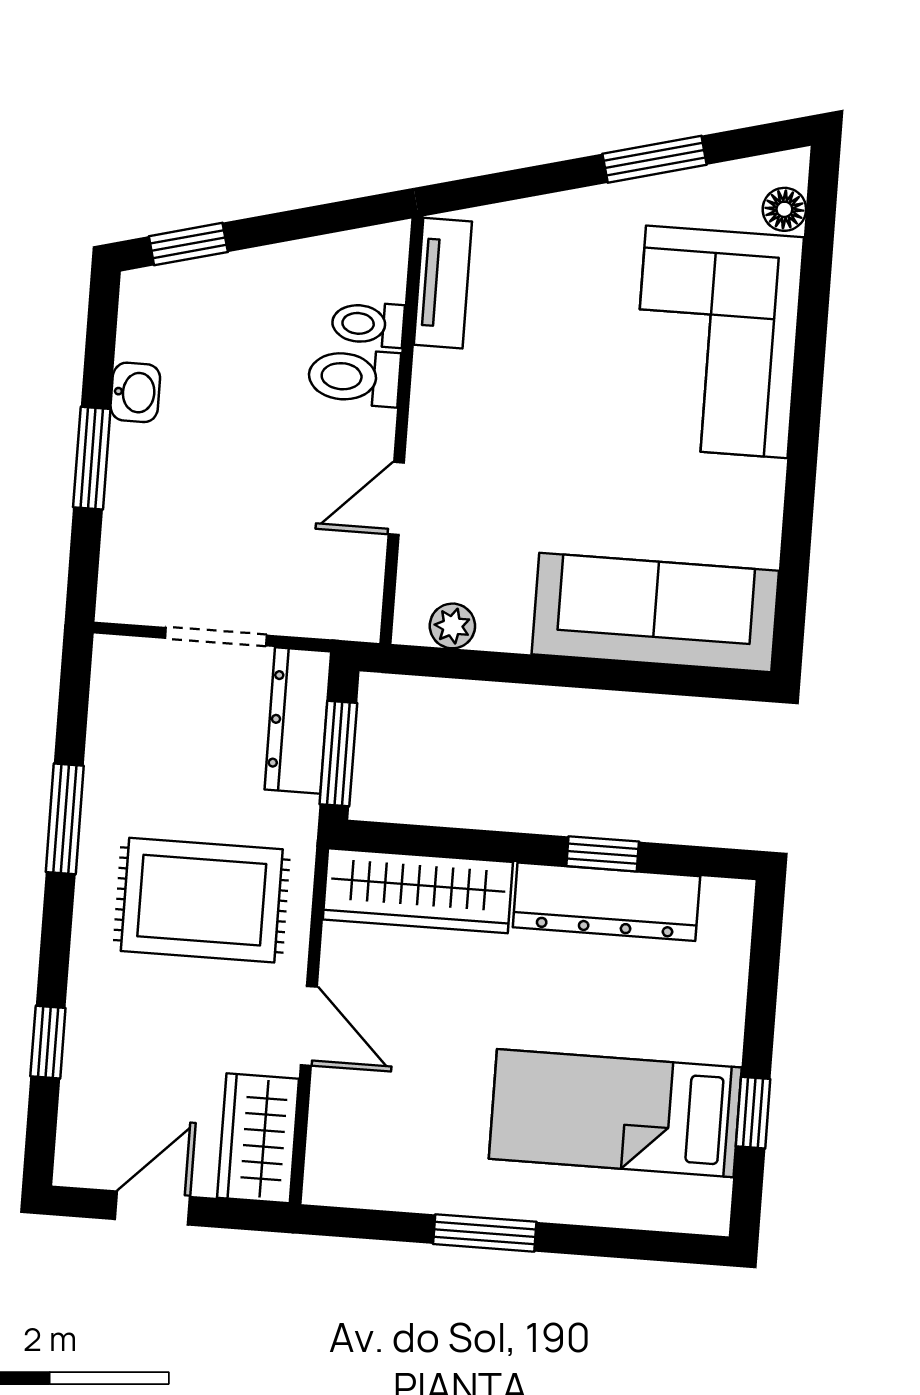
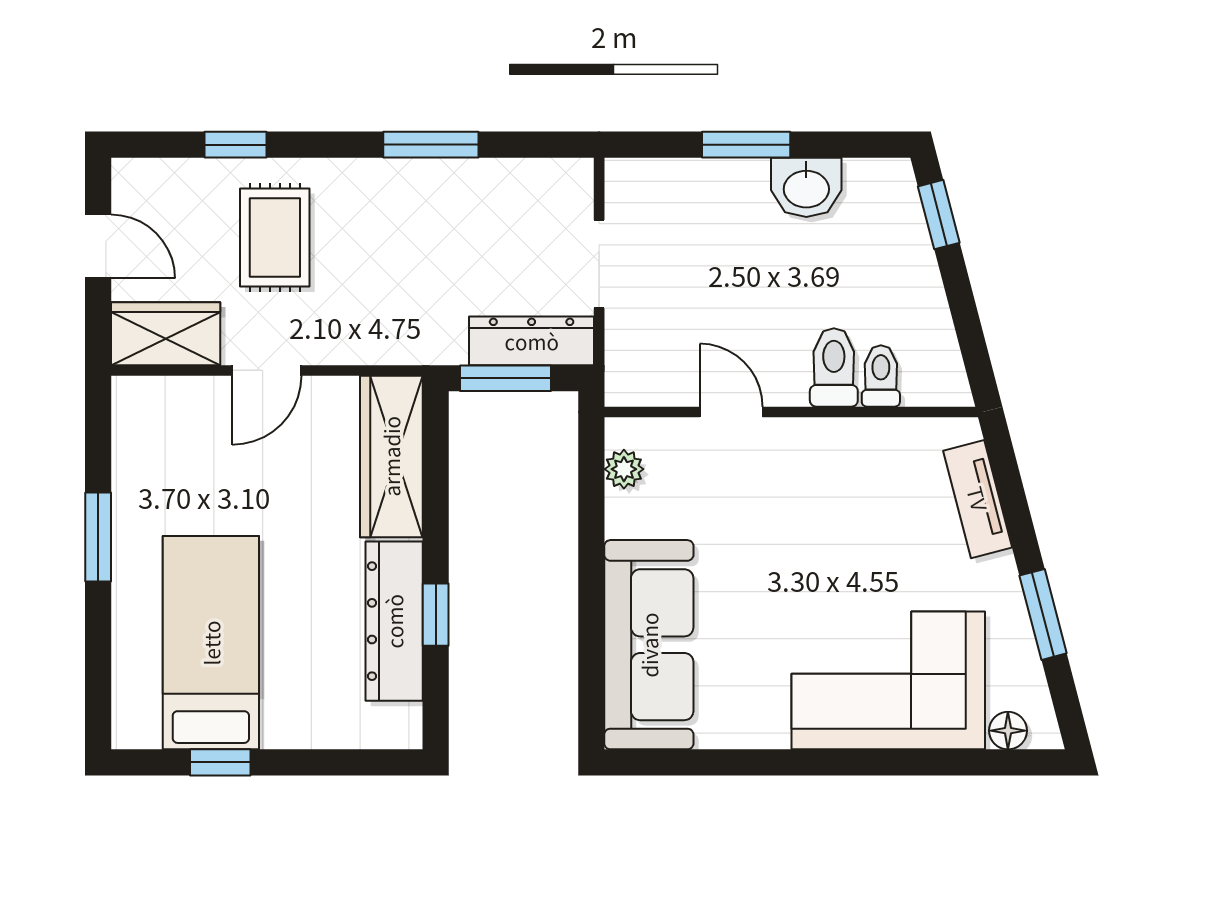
tv unit: (443, 283) -> (978, 499), moved, turned 75
washbasin: (135, 392) -> (806, 187), width x1.38, depth x1.45
rug: (202, 900) -> (275, 238), moved, width x0.73, depth x0.70

